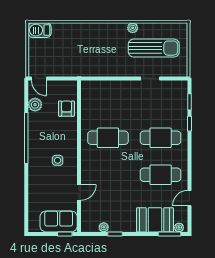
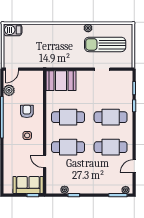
sun lounger: (154, 48) -> (105, 44), turned 180
door: (39, 78) -> (12, 69), hinge flipped
armchair: (66, 109) -> (27, 111), moved
cafe table: (108, 175) -> (68, 147), added
door: (79, 192) -> (45, 161), swing flipped
booth: (155, 220) -> (61, 81), moved

